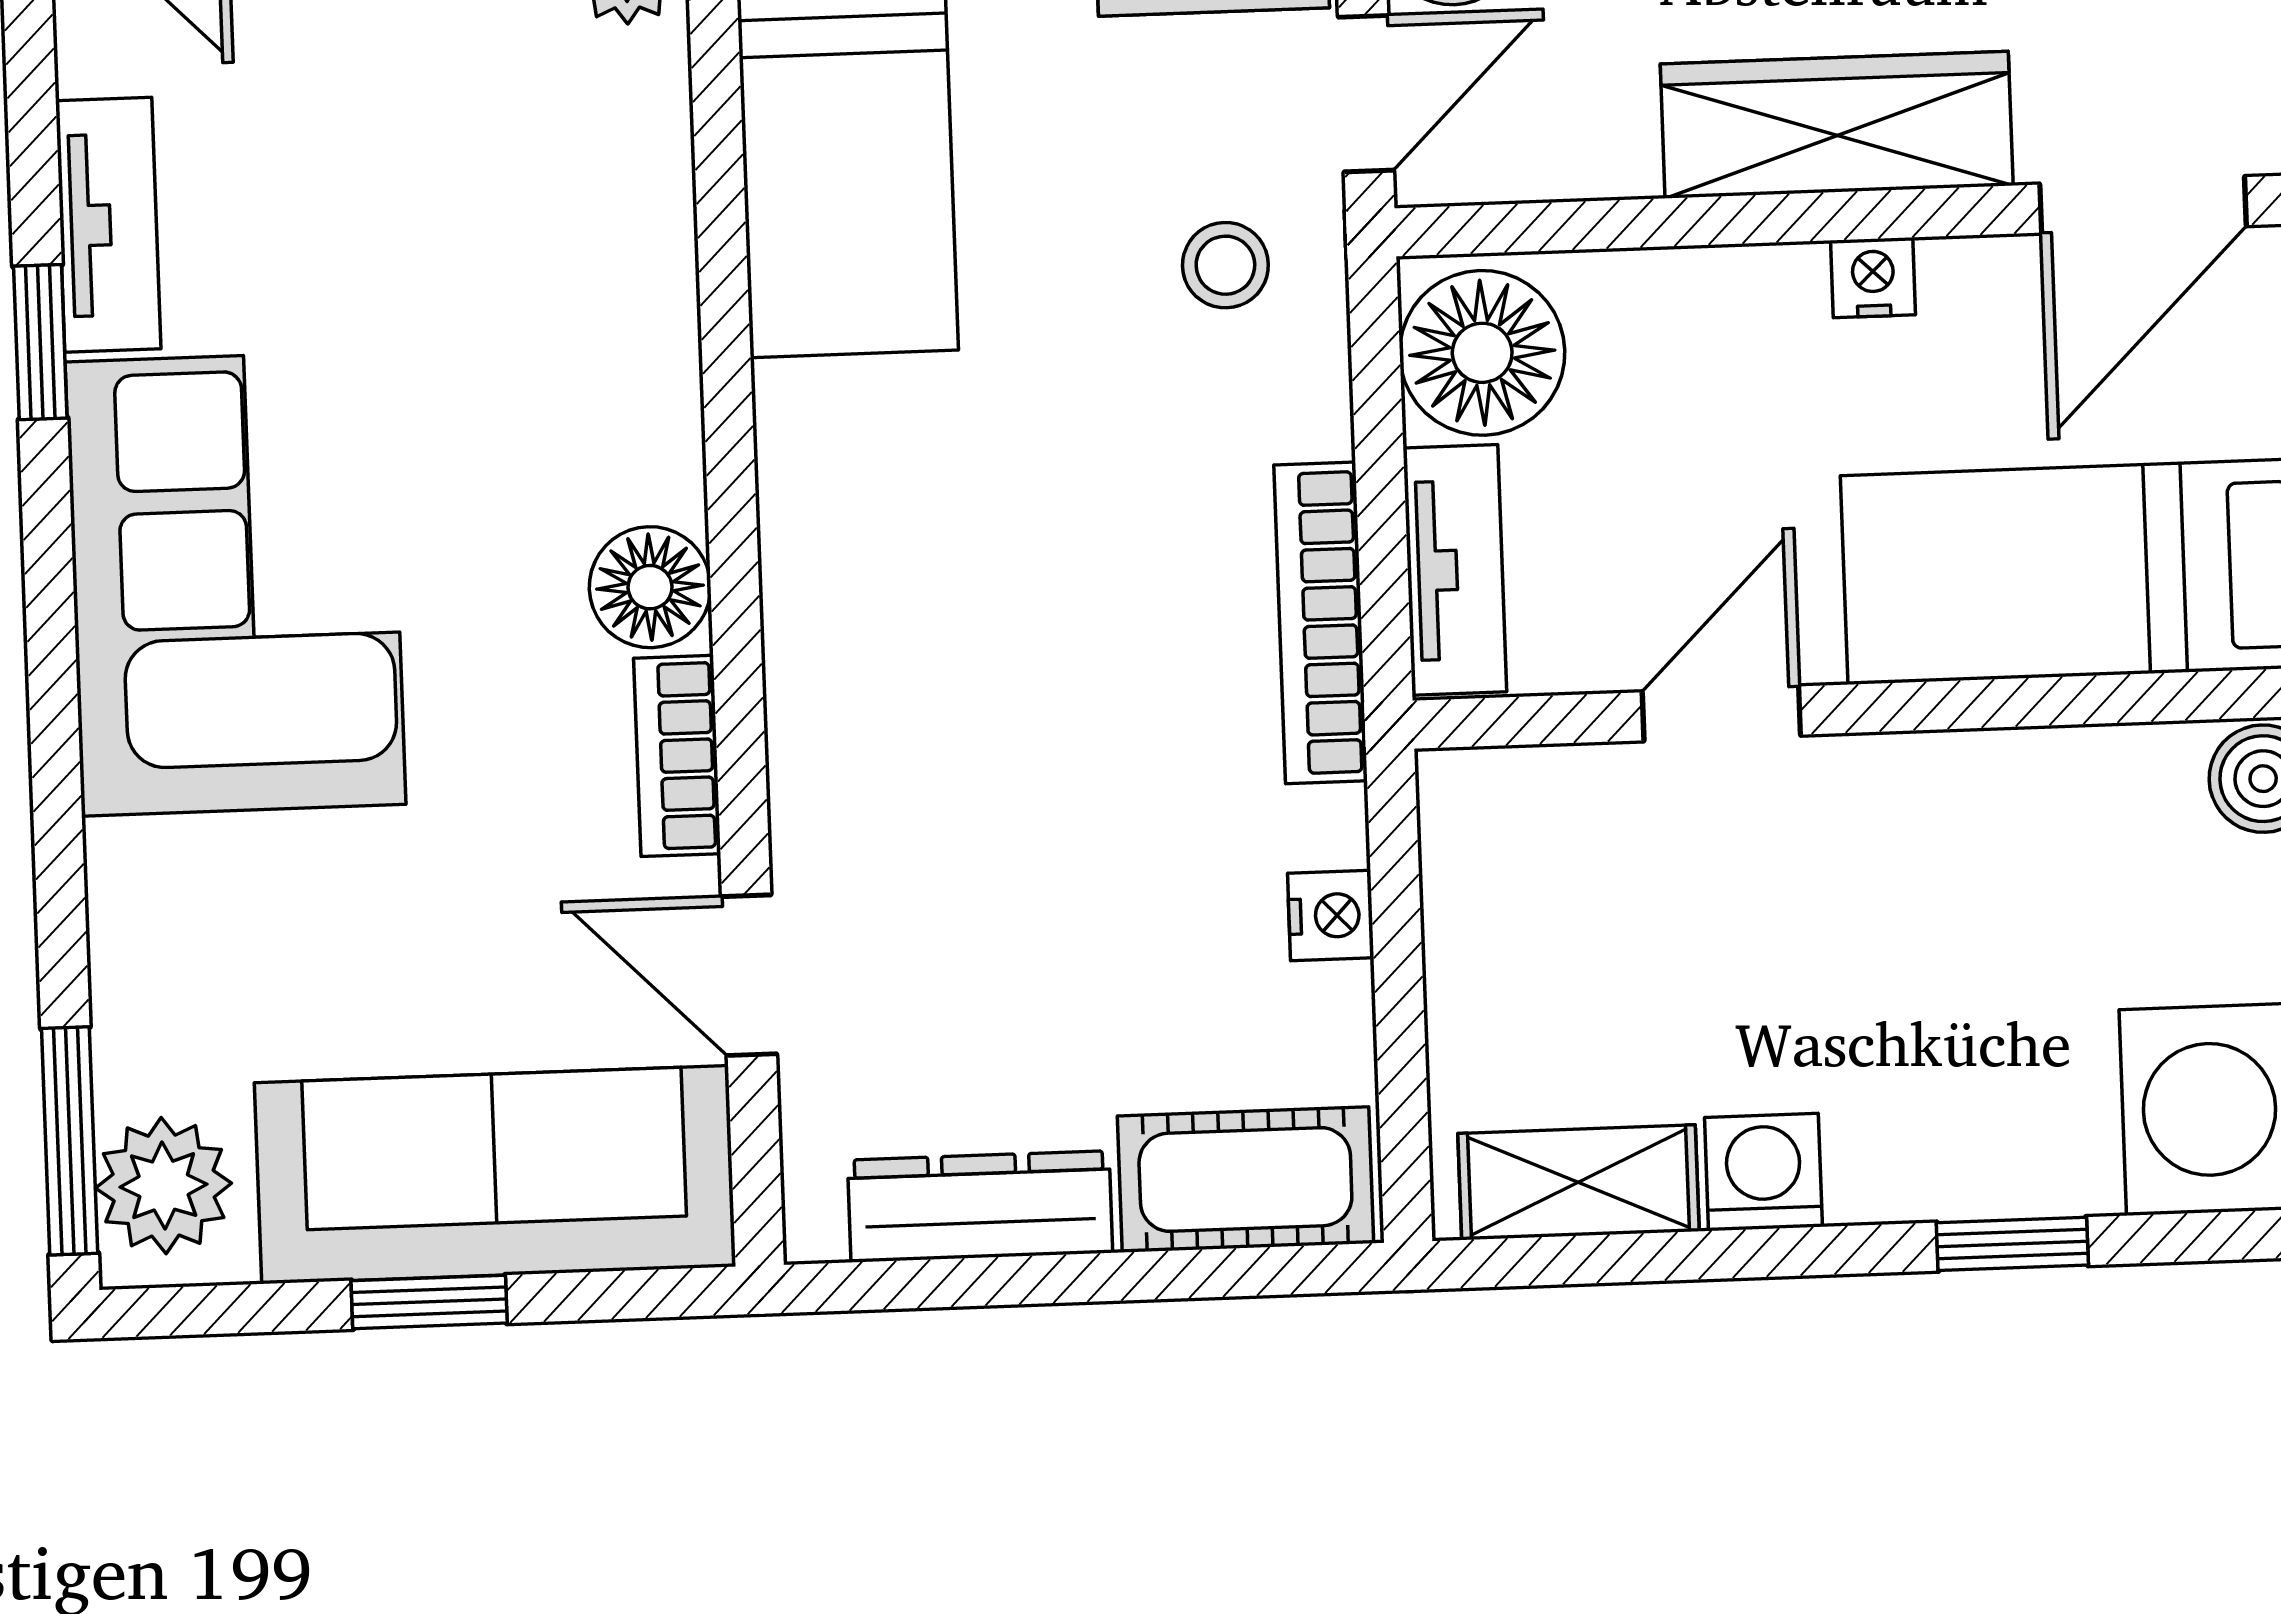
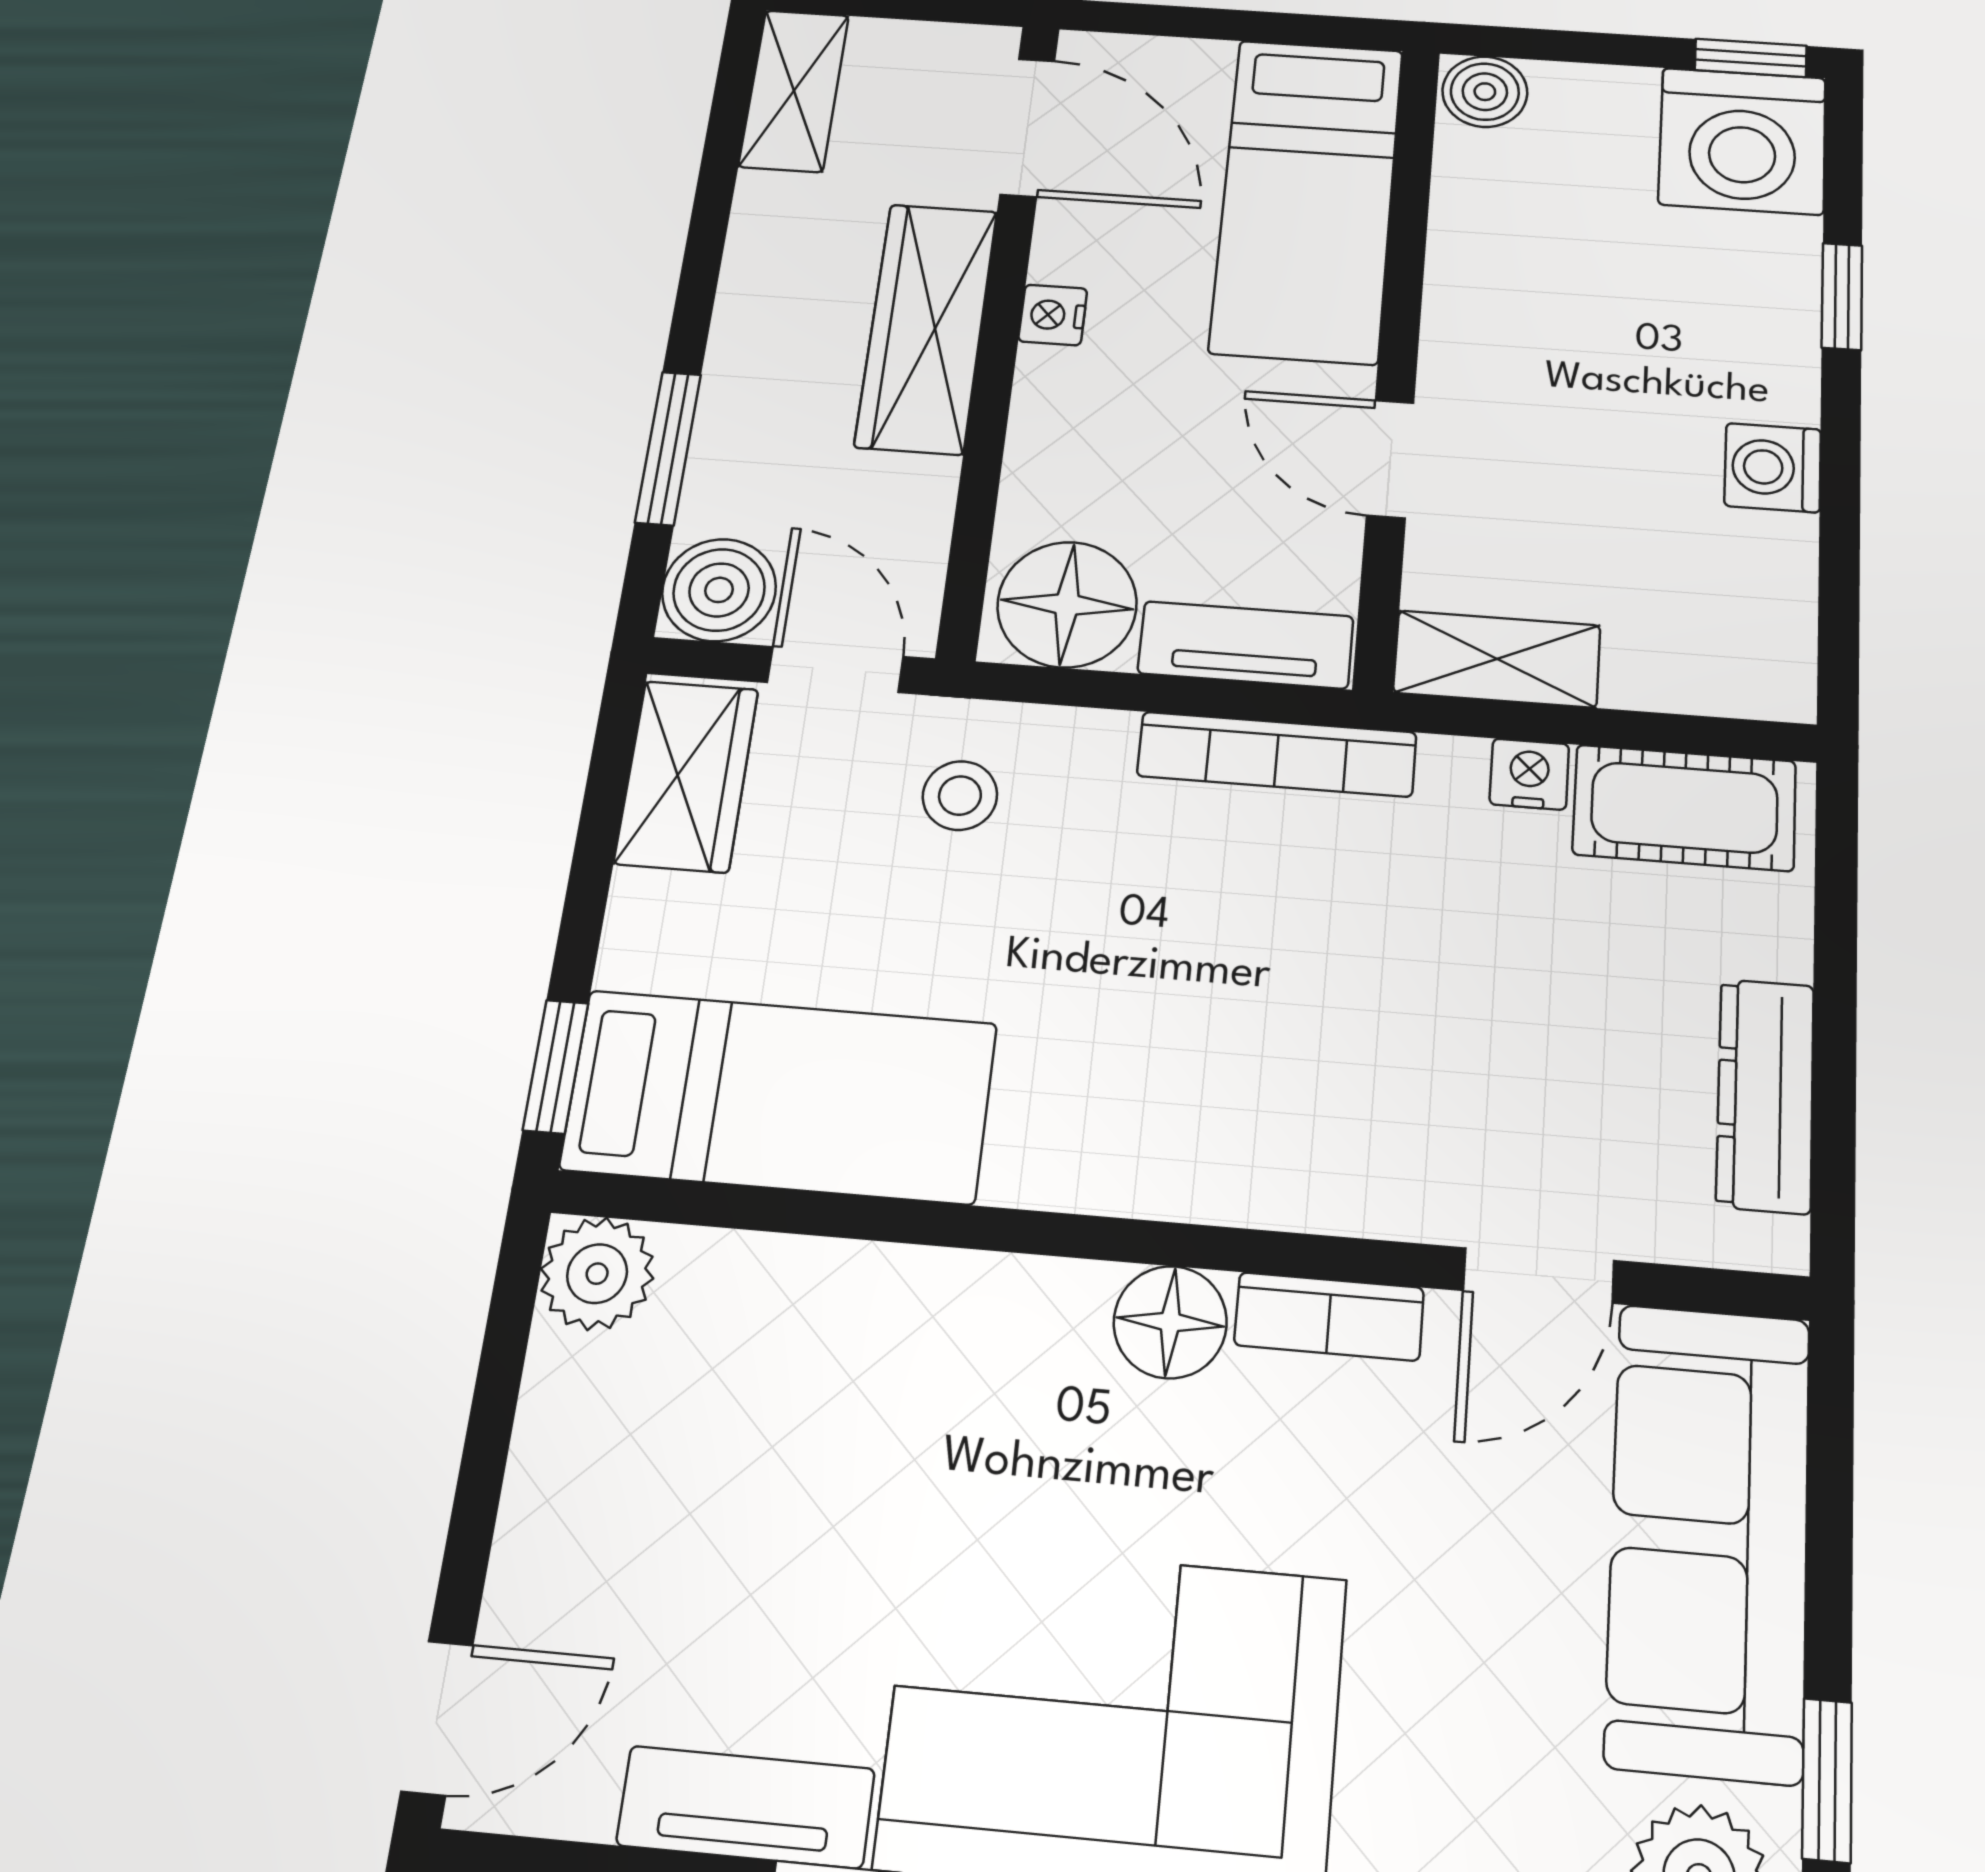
cot: (1245, 1180) -> (1684, 808), moved, turned 90
shelving: (1579, 1182) -> (1497, 659), moved, turned 90
window: (429, 1302) -> (1827, 1780), moved

